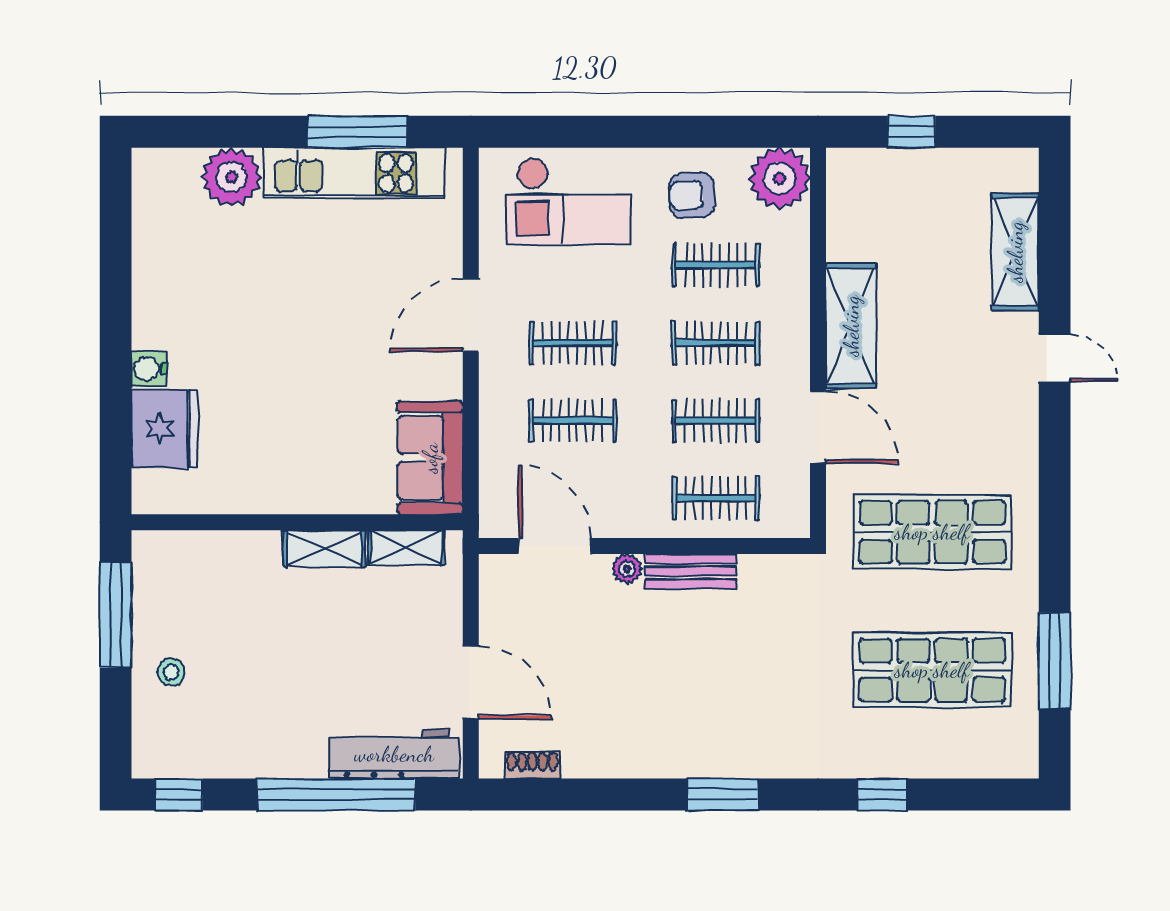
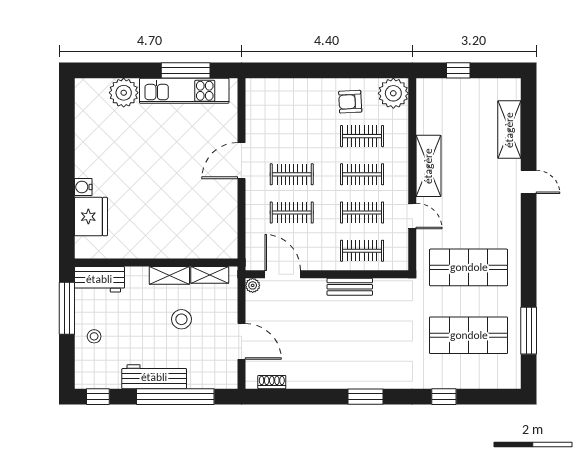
checkout: (568, 201) -> (290, 105), removed
door: (818, 427) -> (412, 216), width x0.73
sofa: (430, 458) -> (221, 231), removed
workbench: (182, 556) -> (99, 279), added
plant: (627, 569) -> (253, 285), moved
stool: (349, 637) -> (181, 319), added
workbench: (394, 754) -> (154, 377), moved

